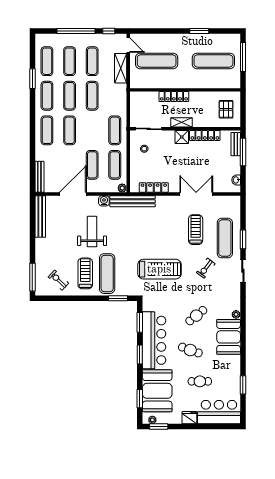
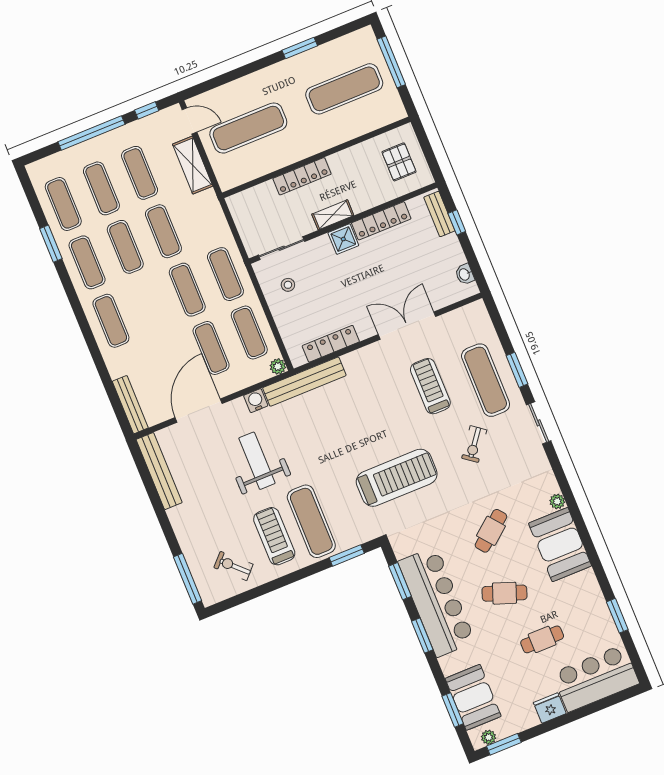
exercise mat: (70, 130) -> (187, 290), moved
window: (243, 152) -> (457, 222), width x0.46
booth: (157, 391) -> (473, 697), width x0.73, depth x0.70

